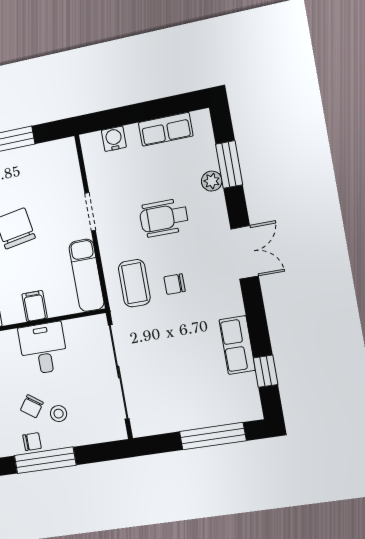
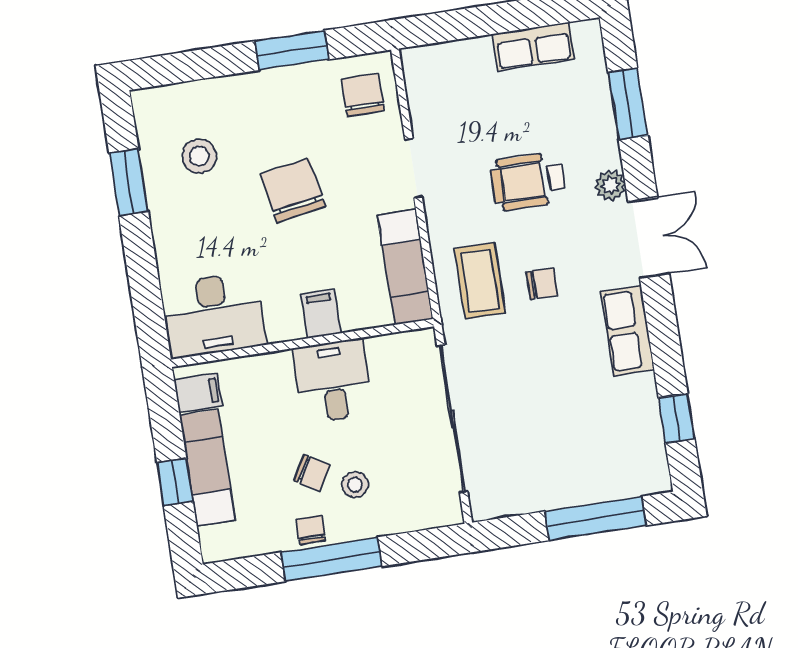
water cooler: (114, 139) -> (453, 57), removed
chair: (57, 166) -> (363, 95), added
plant: (212, 181) -> (610, 185), moved
chair: (175, 284) -> (542, 283), turned 180
row of seats: (237, 345) -> (628, 330), moved
chair: (32, 406) -> (312, 473), turned -95
chair: (32, 442) -> (311, 530), turned -90

